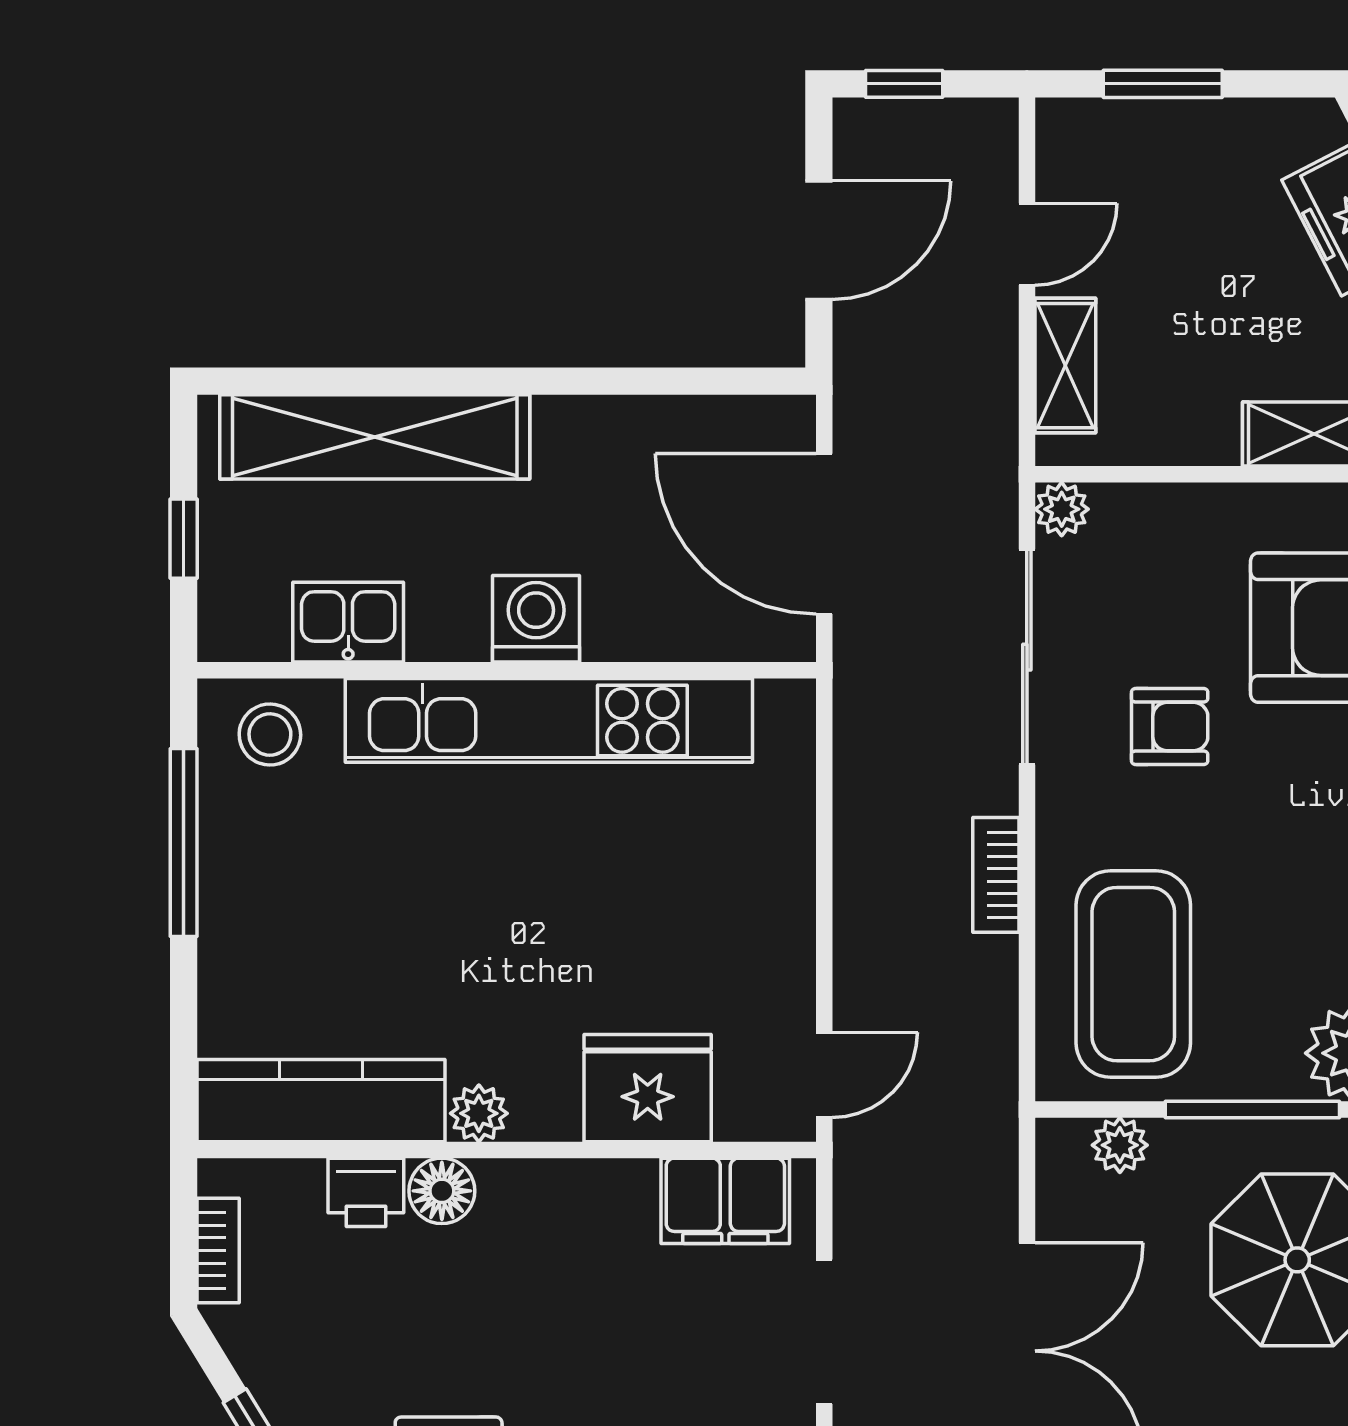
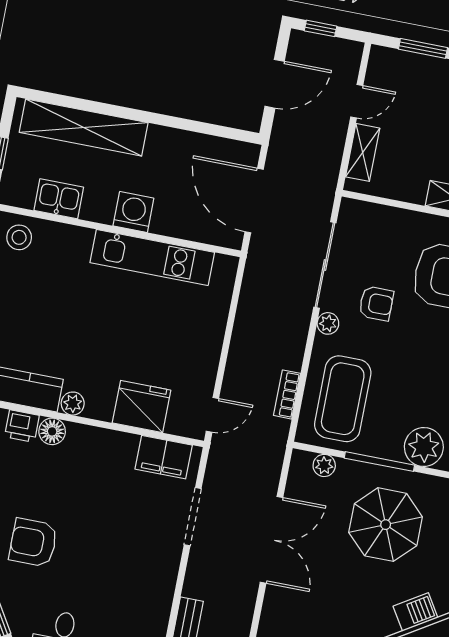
plant: (1062, 509) -> (328, 323), moved
kitchen unit: (549, 720) -> (152, 257), width x0.73
bookcase: (996, 875) -> (287, 394), moved

